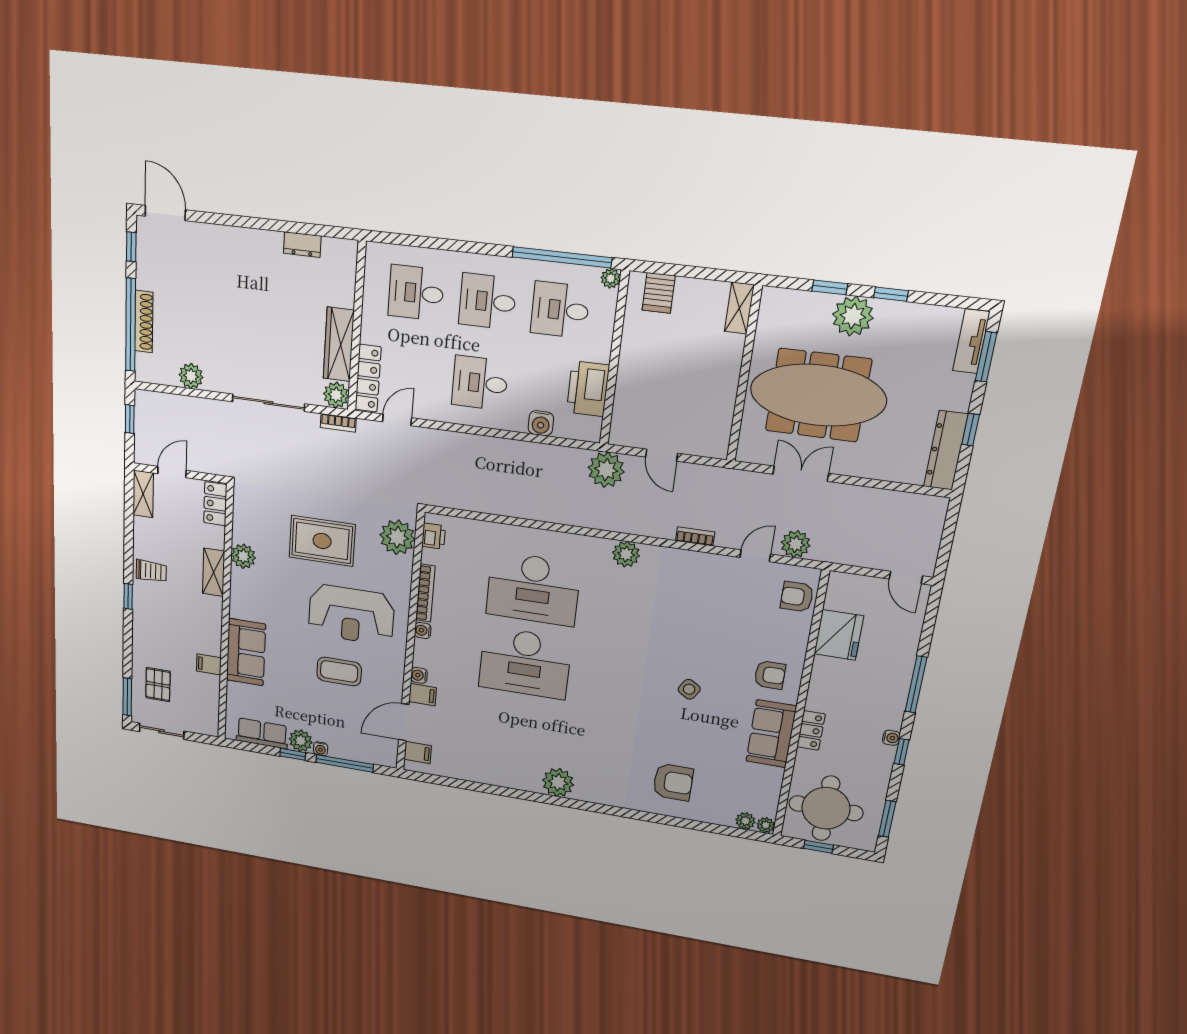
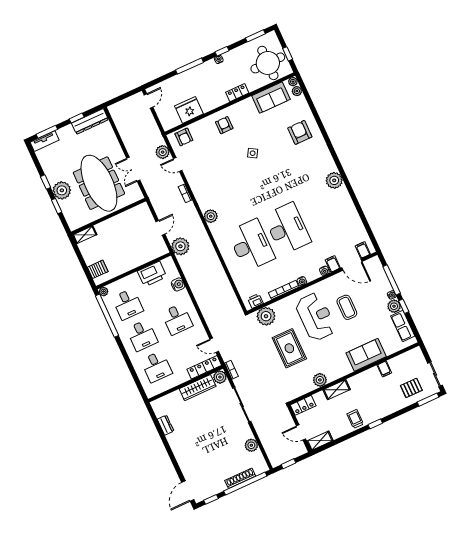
sofa: (771, 734) -> (271, 98), moved

